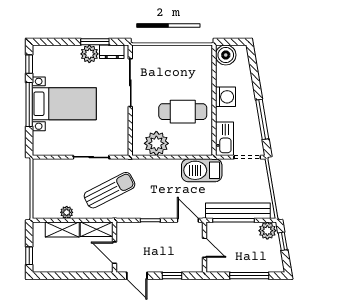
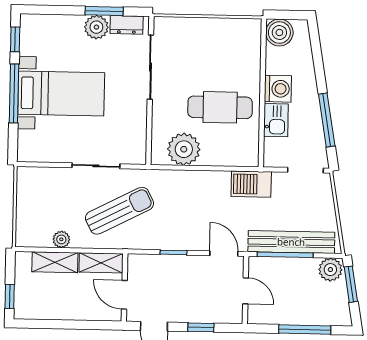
kitchen sink: (225, 139) -> (276, 120), moved, width x0.73
barbecue: (202, 170) -> (251, 184), width x0.73, depth x0.83
window: (283, 241) -> (351, 284), width x1.50

